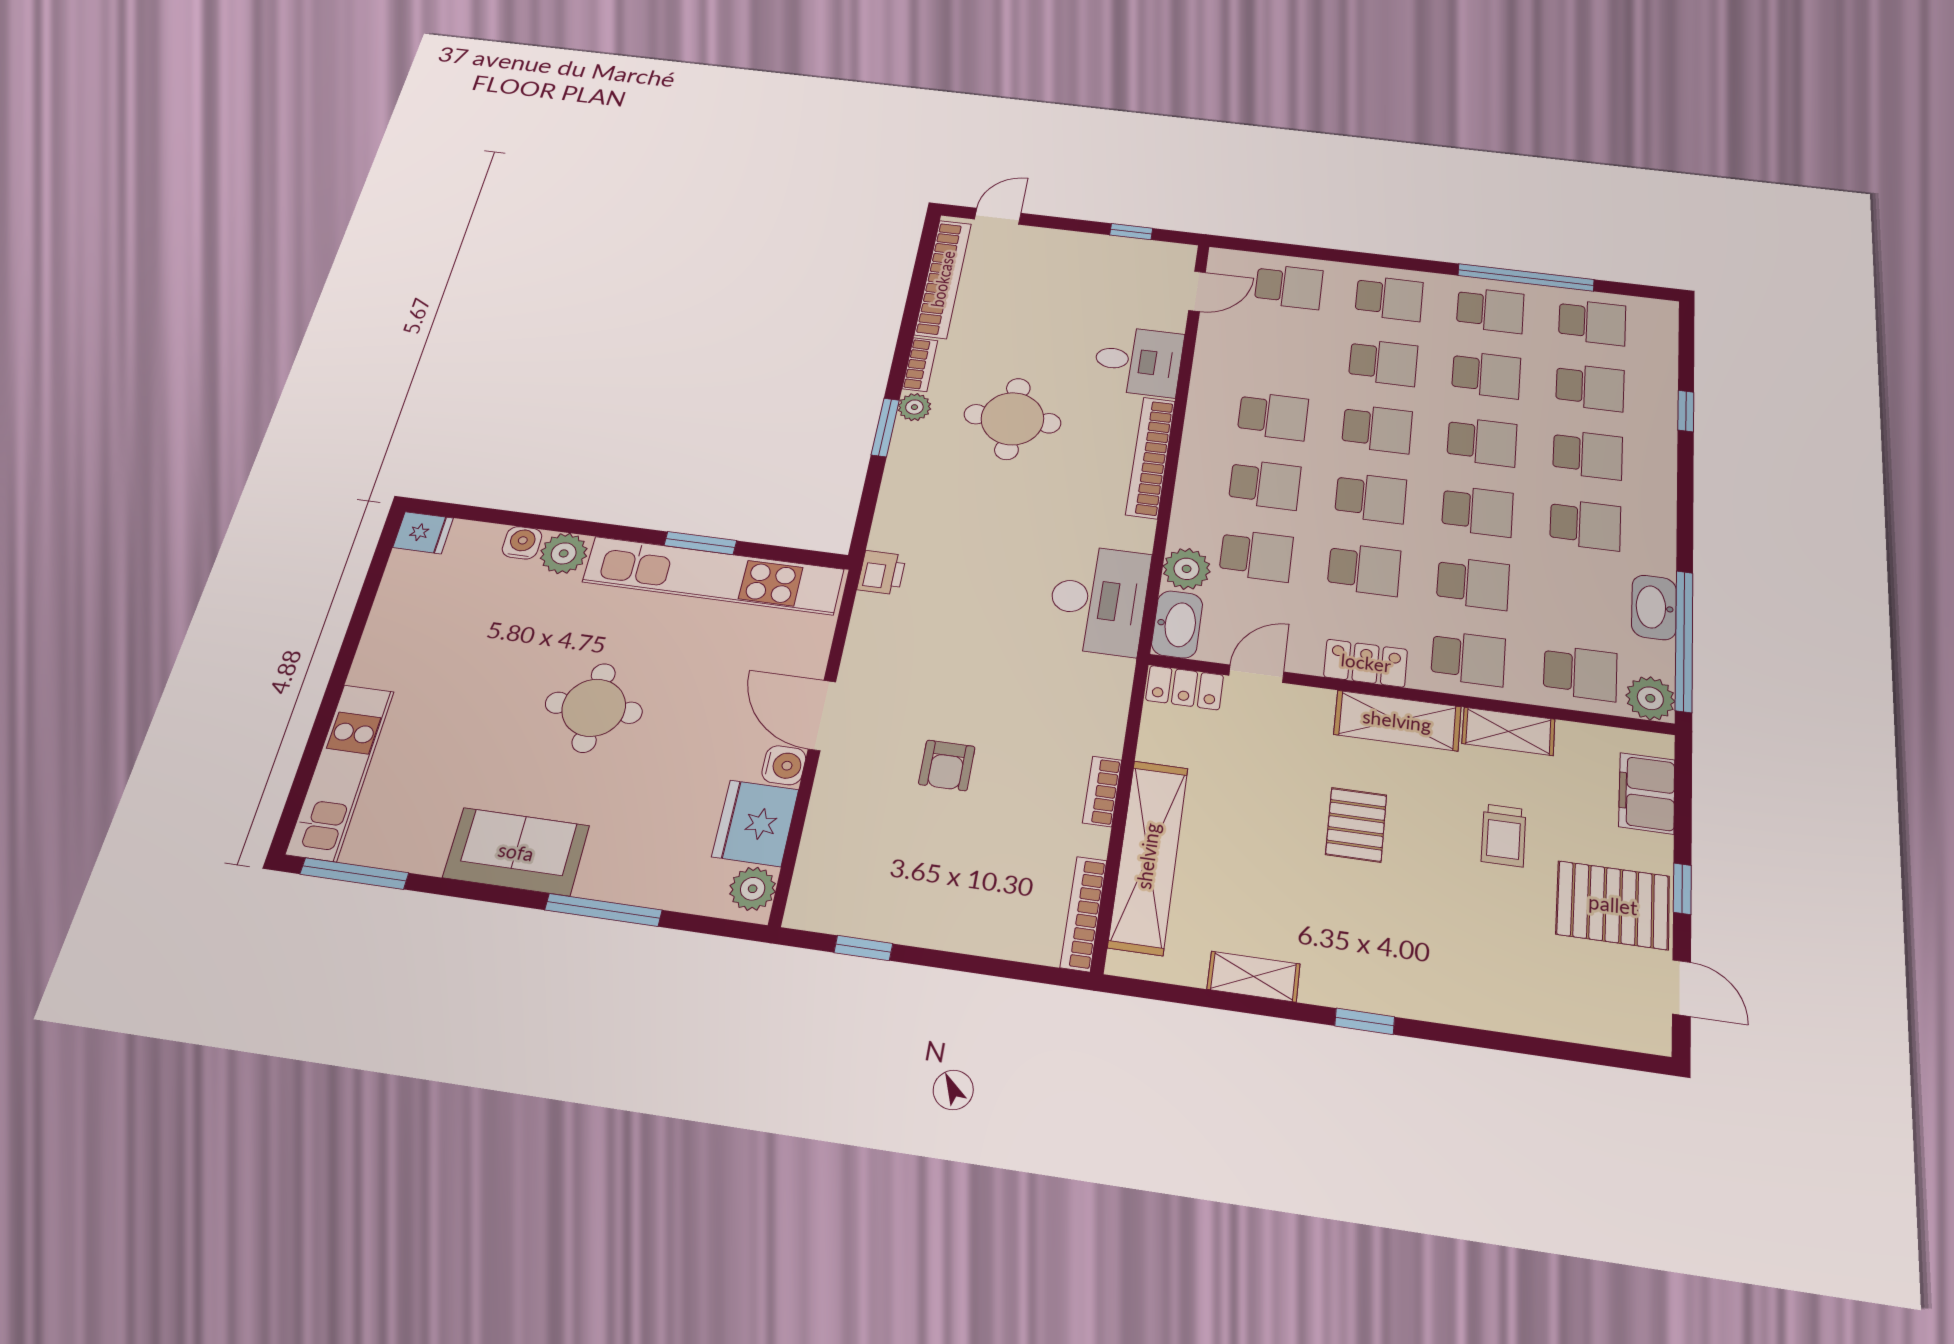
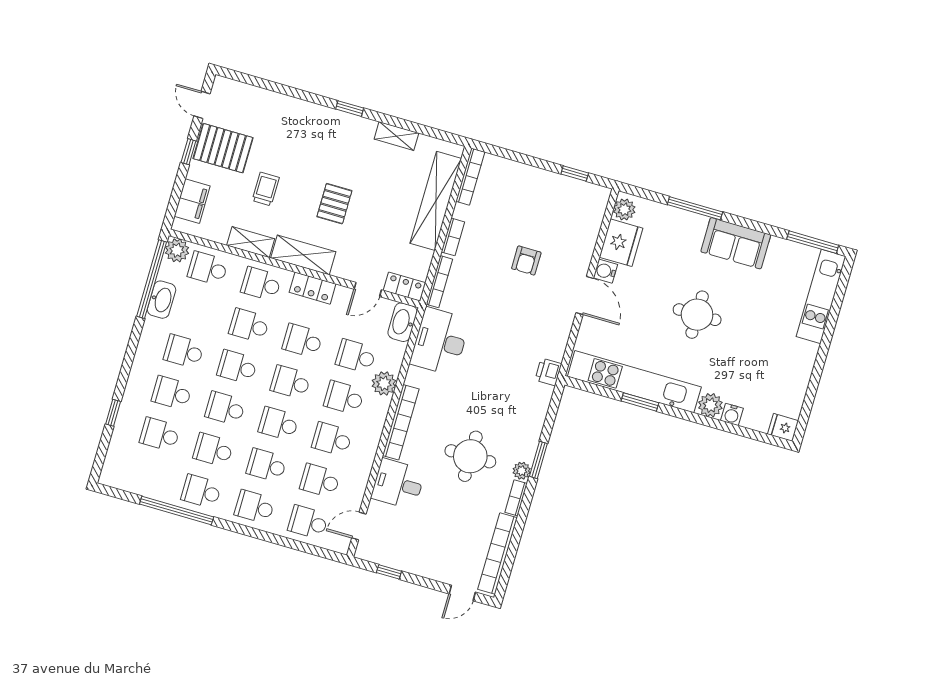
school desk: (1592, 322) -> (320, 481), moved
plant: (1187, 569) -> (384, 383), moved
bookcase: (1117, 705) -> (439, 282), added
armchair: (947, 765) -> (526, 260), turned 180

